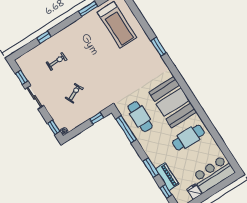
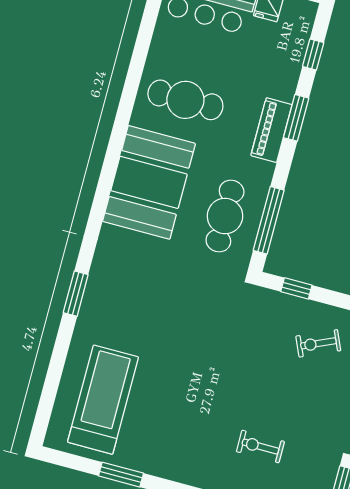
exercise bike: (74, 93) -> (318, 343), moved
piano: (167, 177) -> (271, 130), moved

